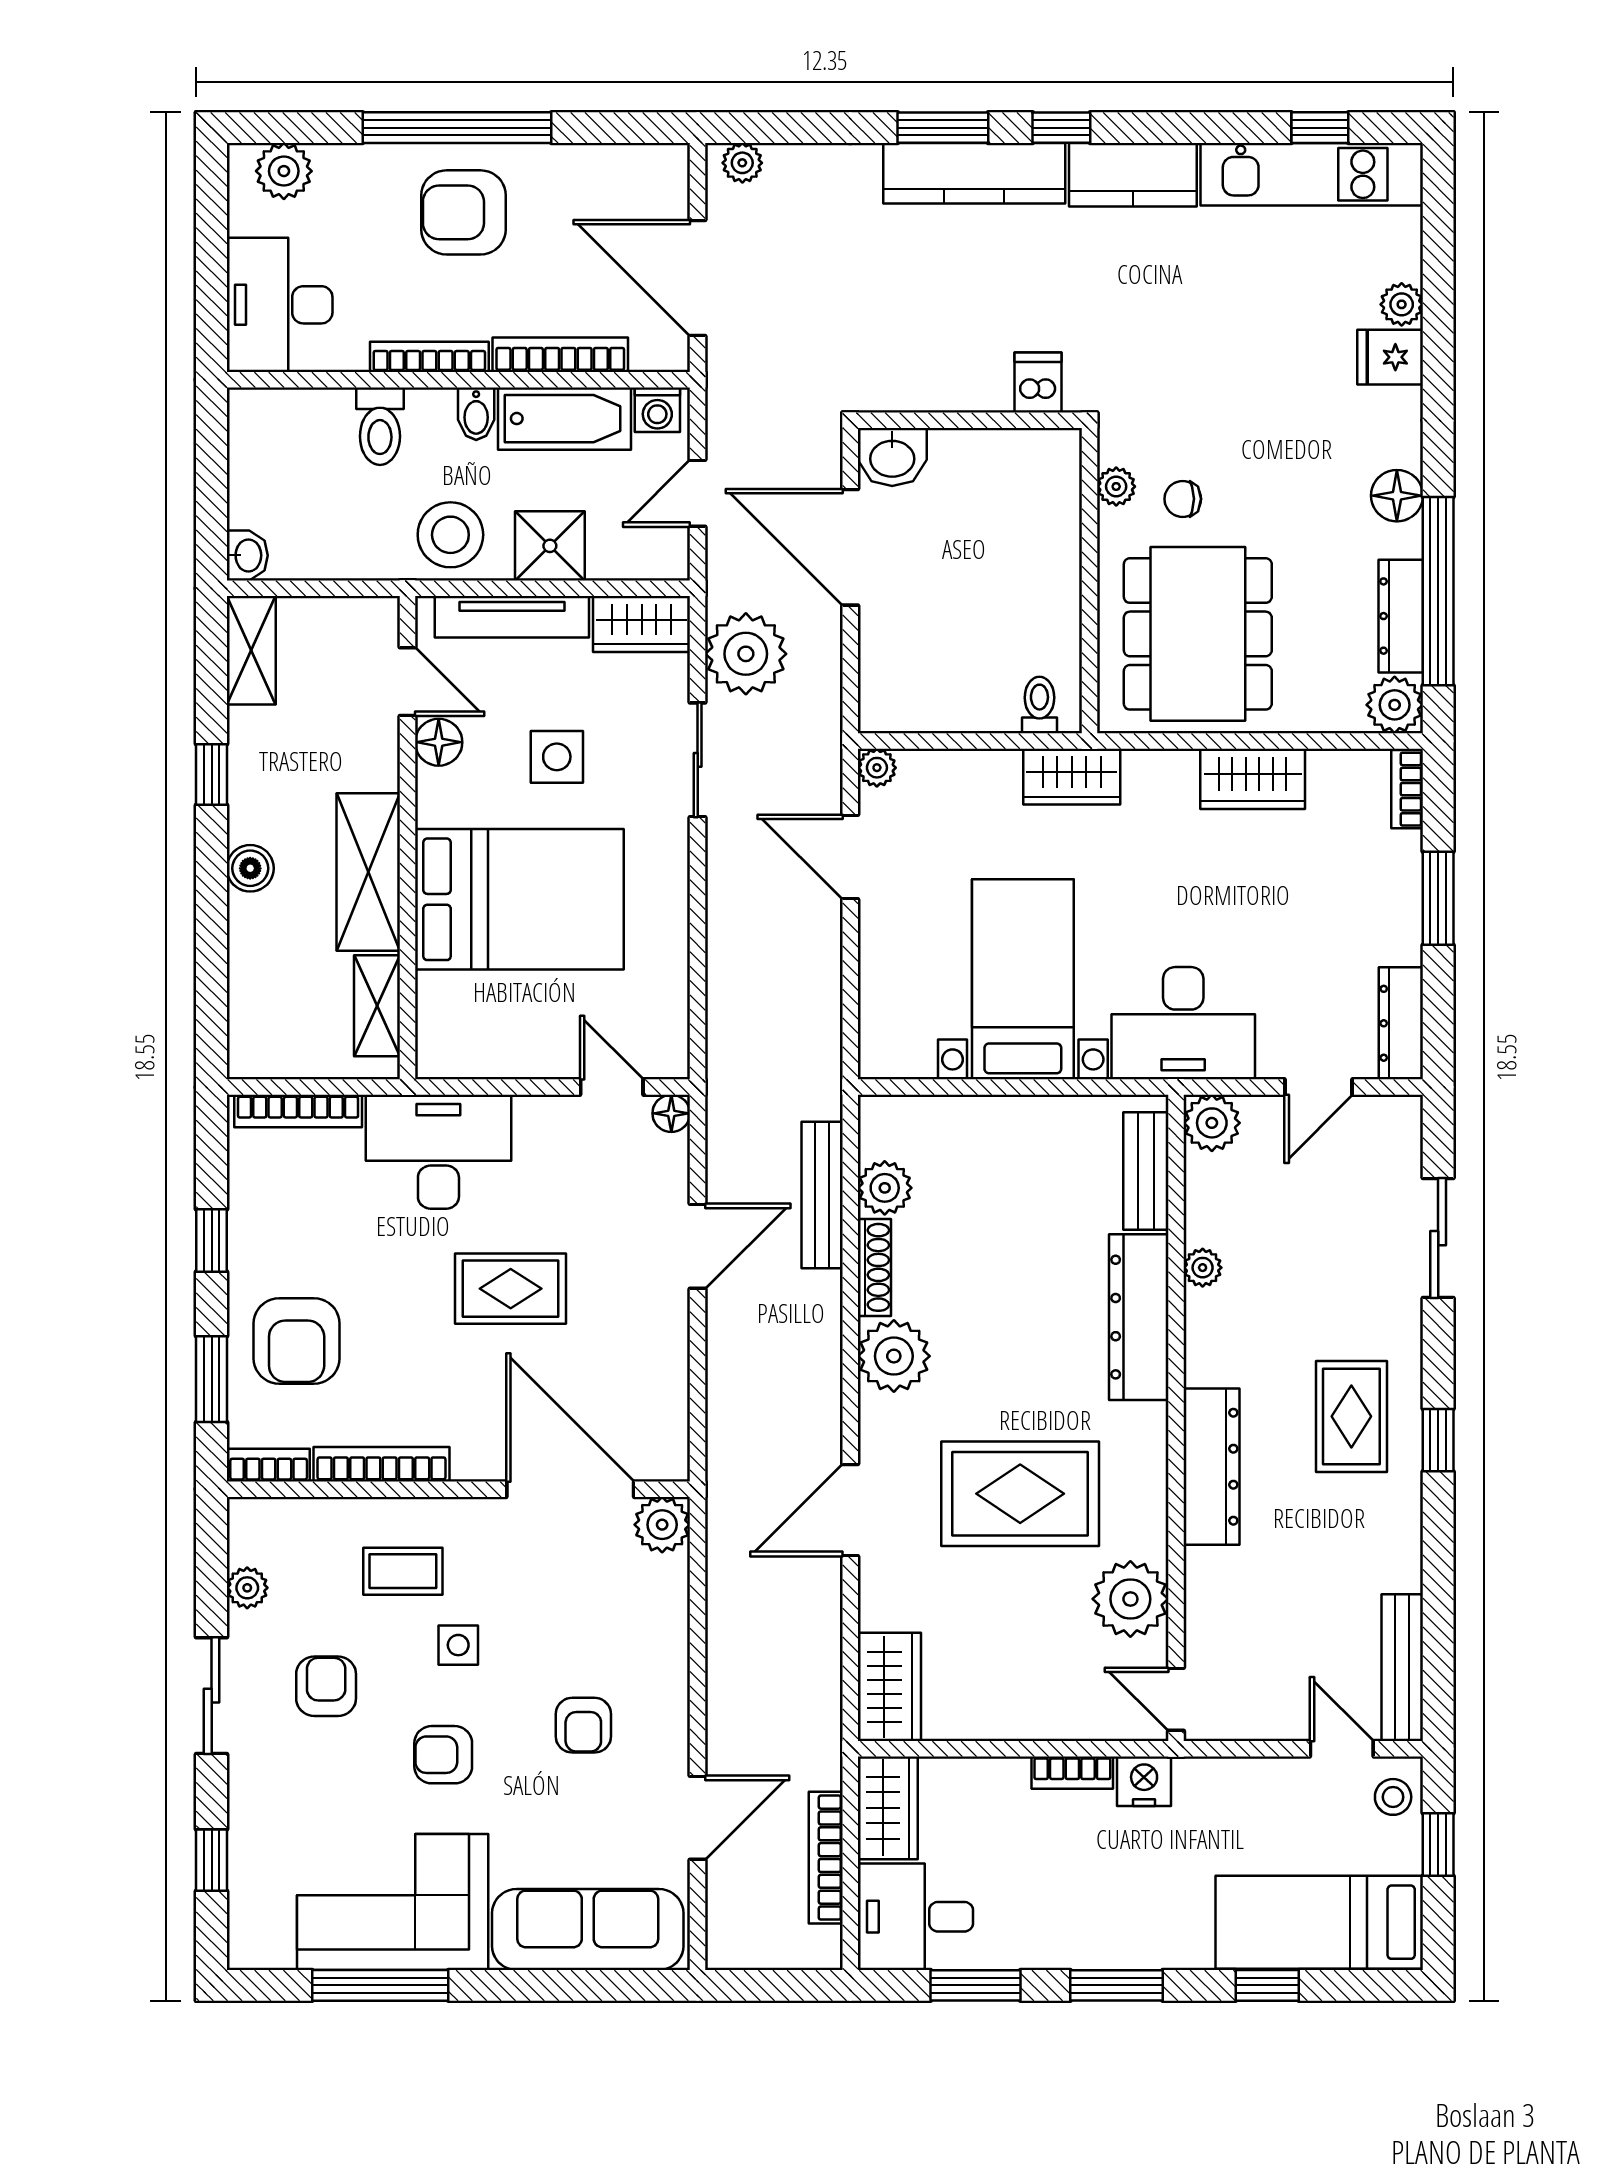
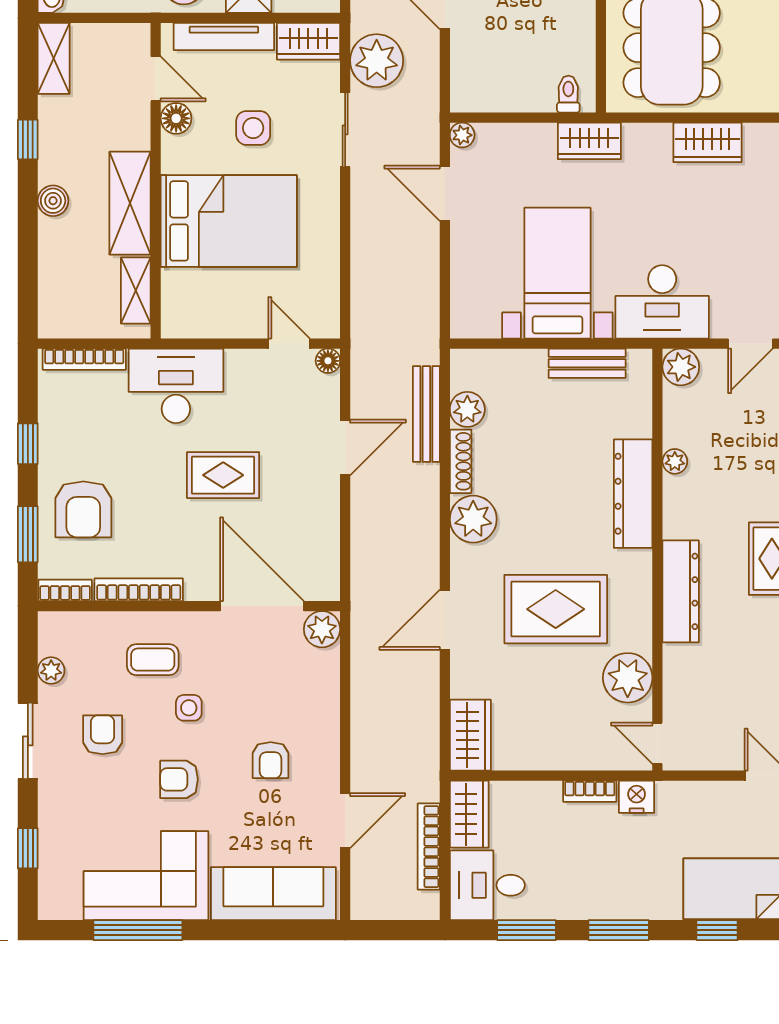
bench: (1146, 1171) -> (587, 363), moved, turned 90

